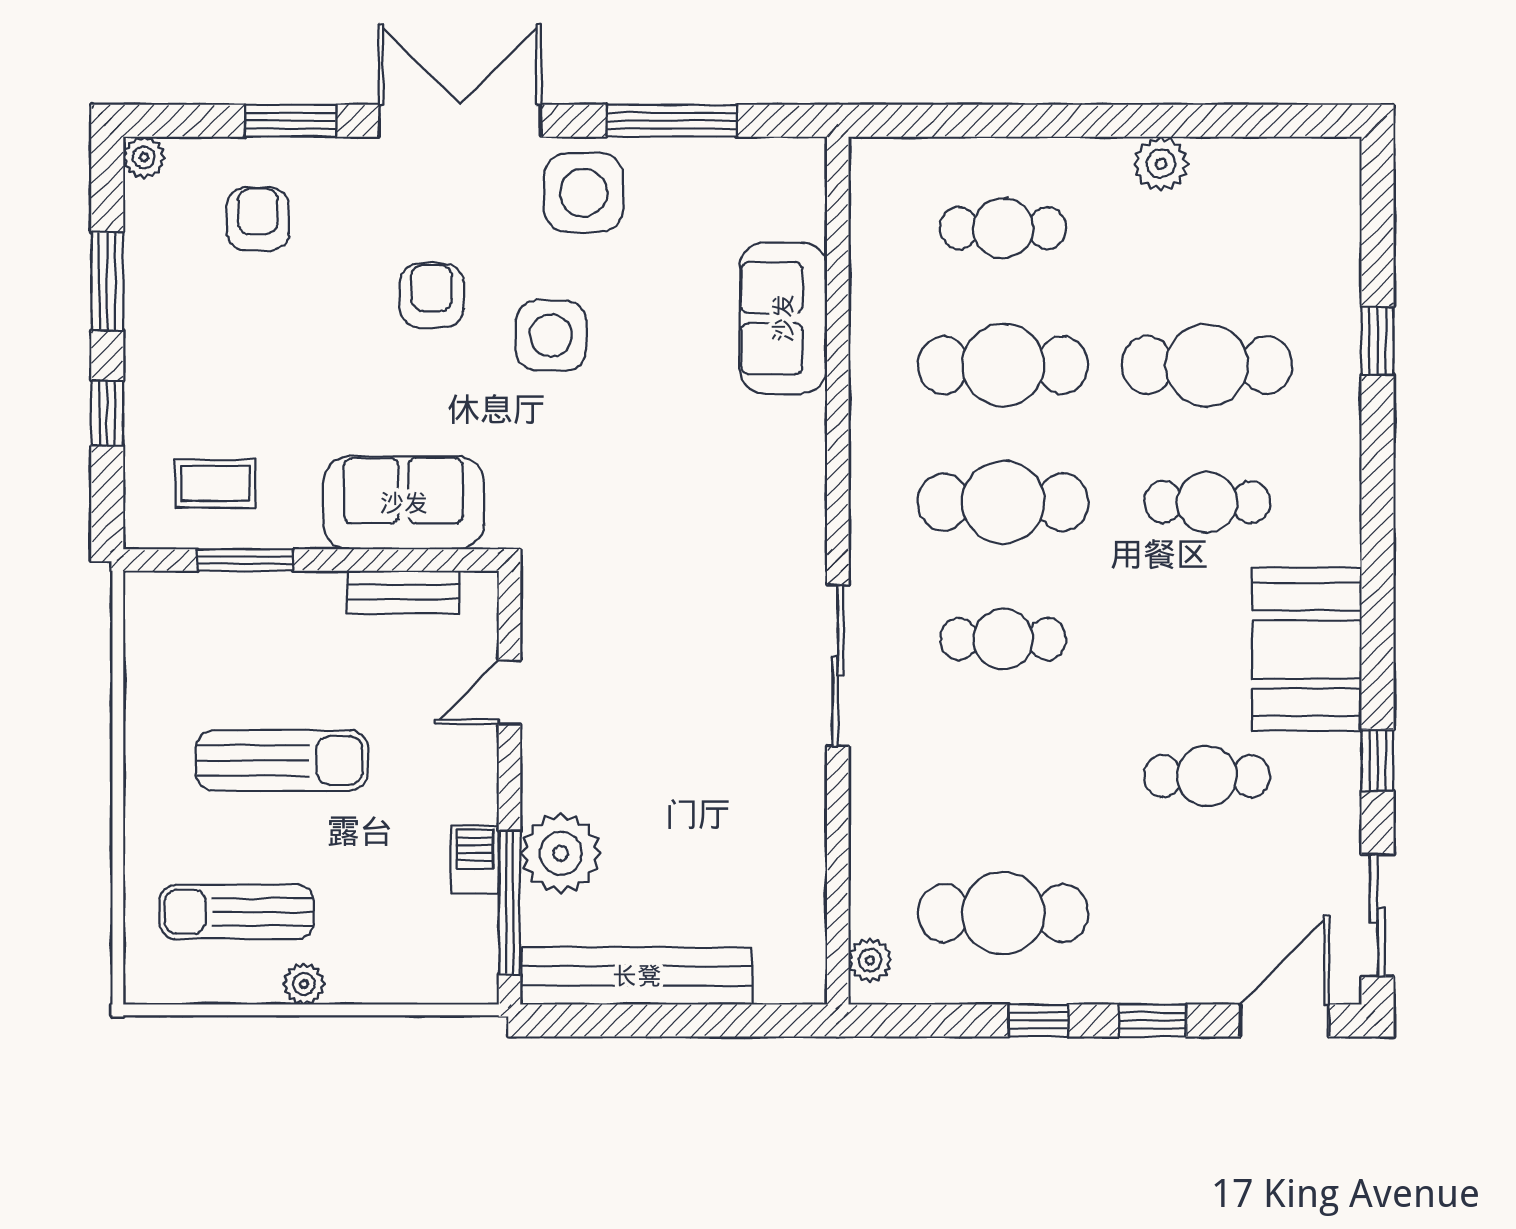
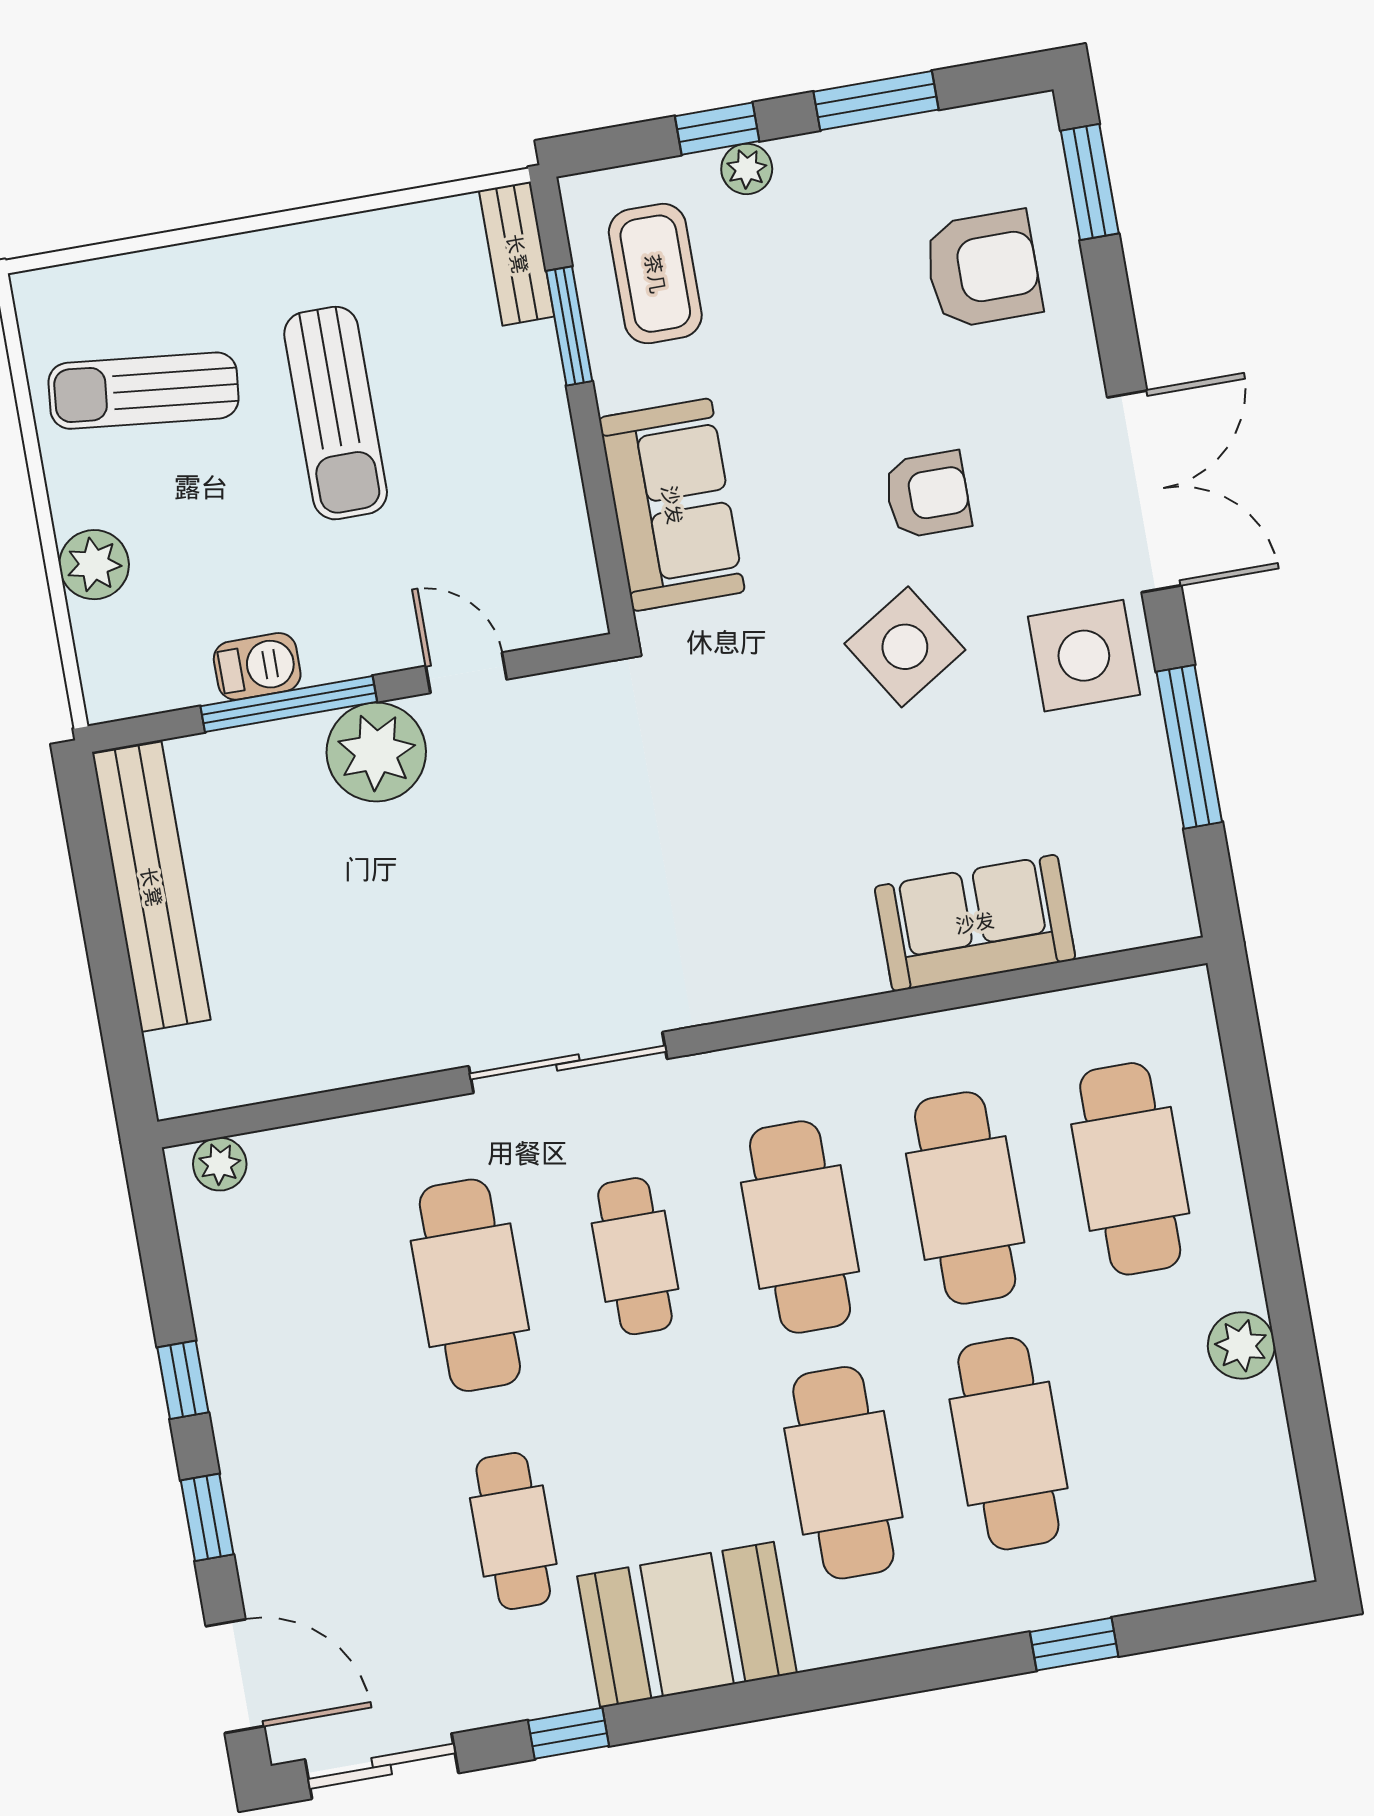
window: (291, 121) -> (1090, 182), moved
plant: (144, 157) -> (747, 169), moved
armchair: (258, 219) -> (983, 269), width x1.38, depth x1.38
cafe table: (1003, 228) -> (1130, 1169), width x1.37, depth x1.35
side table: (551, 335) -> (905, 647), turned -32
coffee table: (215, 483) -> (655, 274), width x1.36, depth x1.30
cafe table: (1207, 502) -> (843, 1473), width x1.37, depth x1.35
bench: (404, 592) -> (517, 254), moved
plant: (561, 853) -> (376, 752), moved
window: (510, 903) -> (289, 704), moved
sun lounger: (237, 912) -> (144, 391), turned -84
cafe table: (1003, 913) -> (470, 1285), moved
plant: (304, 984) -> (94, 565), moved, width x1.38, depth x1.38

